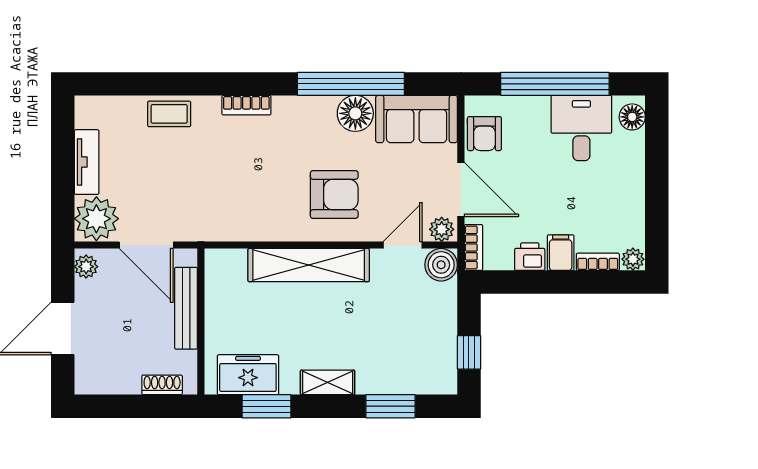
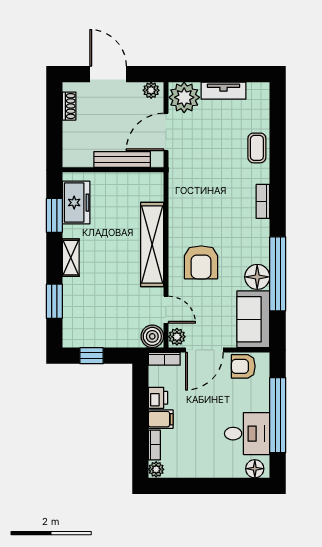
shoe rack: (162, 385) -> (69, 106), moved

